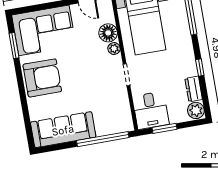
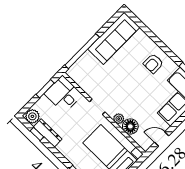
window: (200, 67) -> (37, 134), moved
armchair: (42, 78) -> (153, 63), width x0.53, depth x0.53
dresser: (194, 89) -> (48, 133), width x1.44

